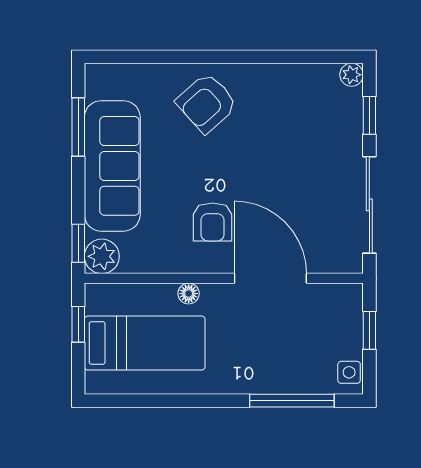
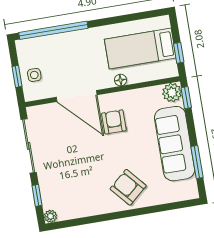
armchair: (207, 103) -> (128, 187), turned -89
side table: (349, 372) -> (34, 75), moved
window: (292, 401) -> (53, 30), width x1.46

